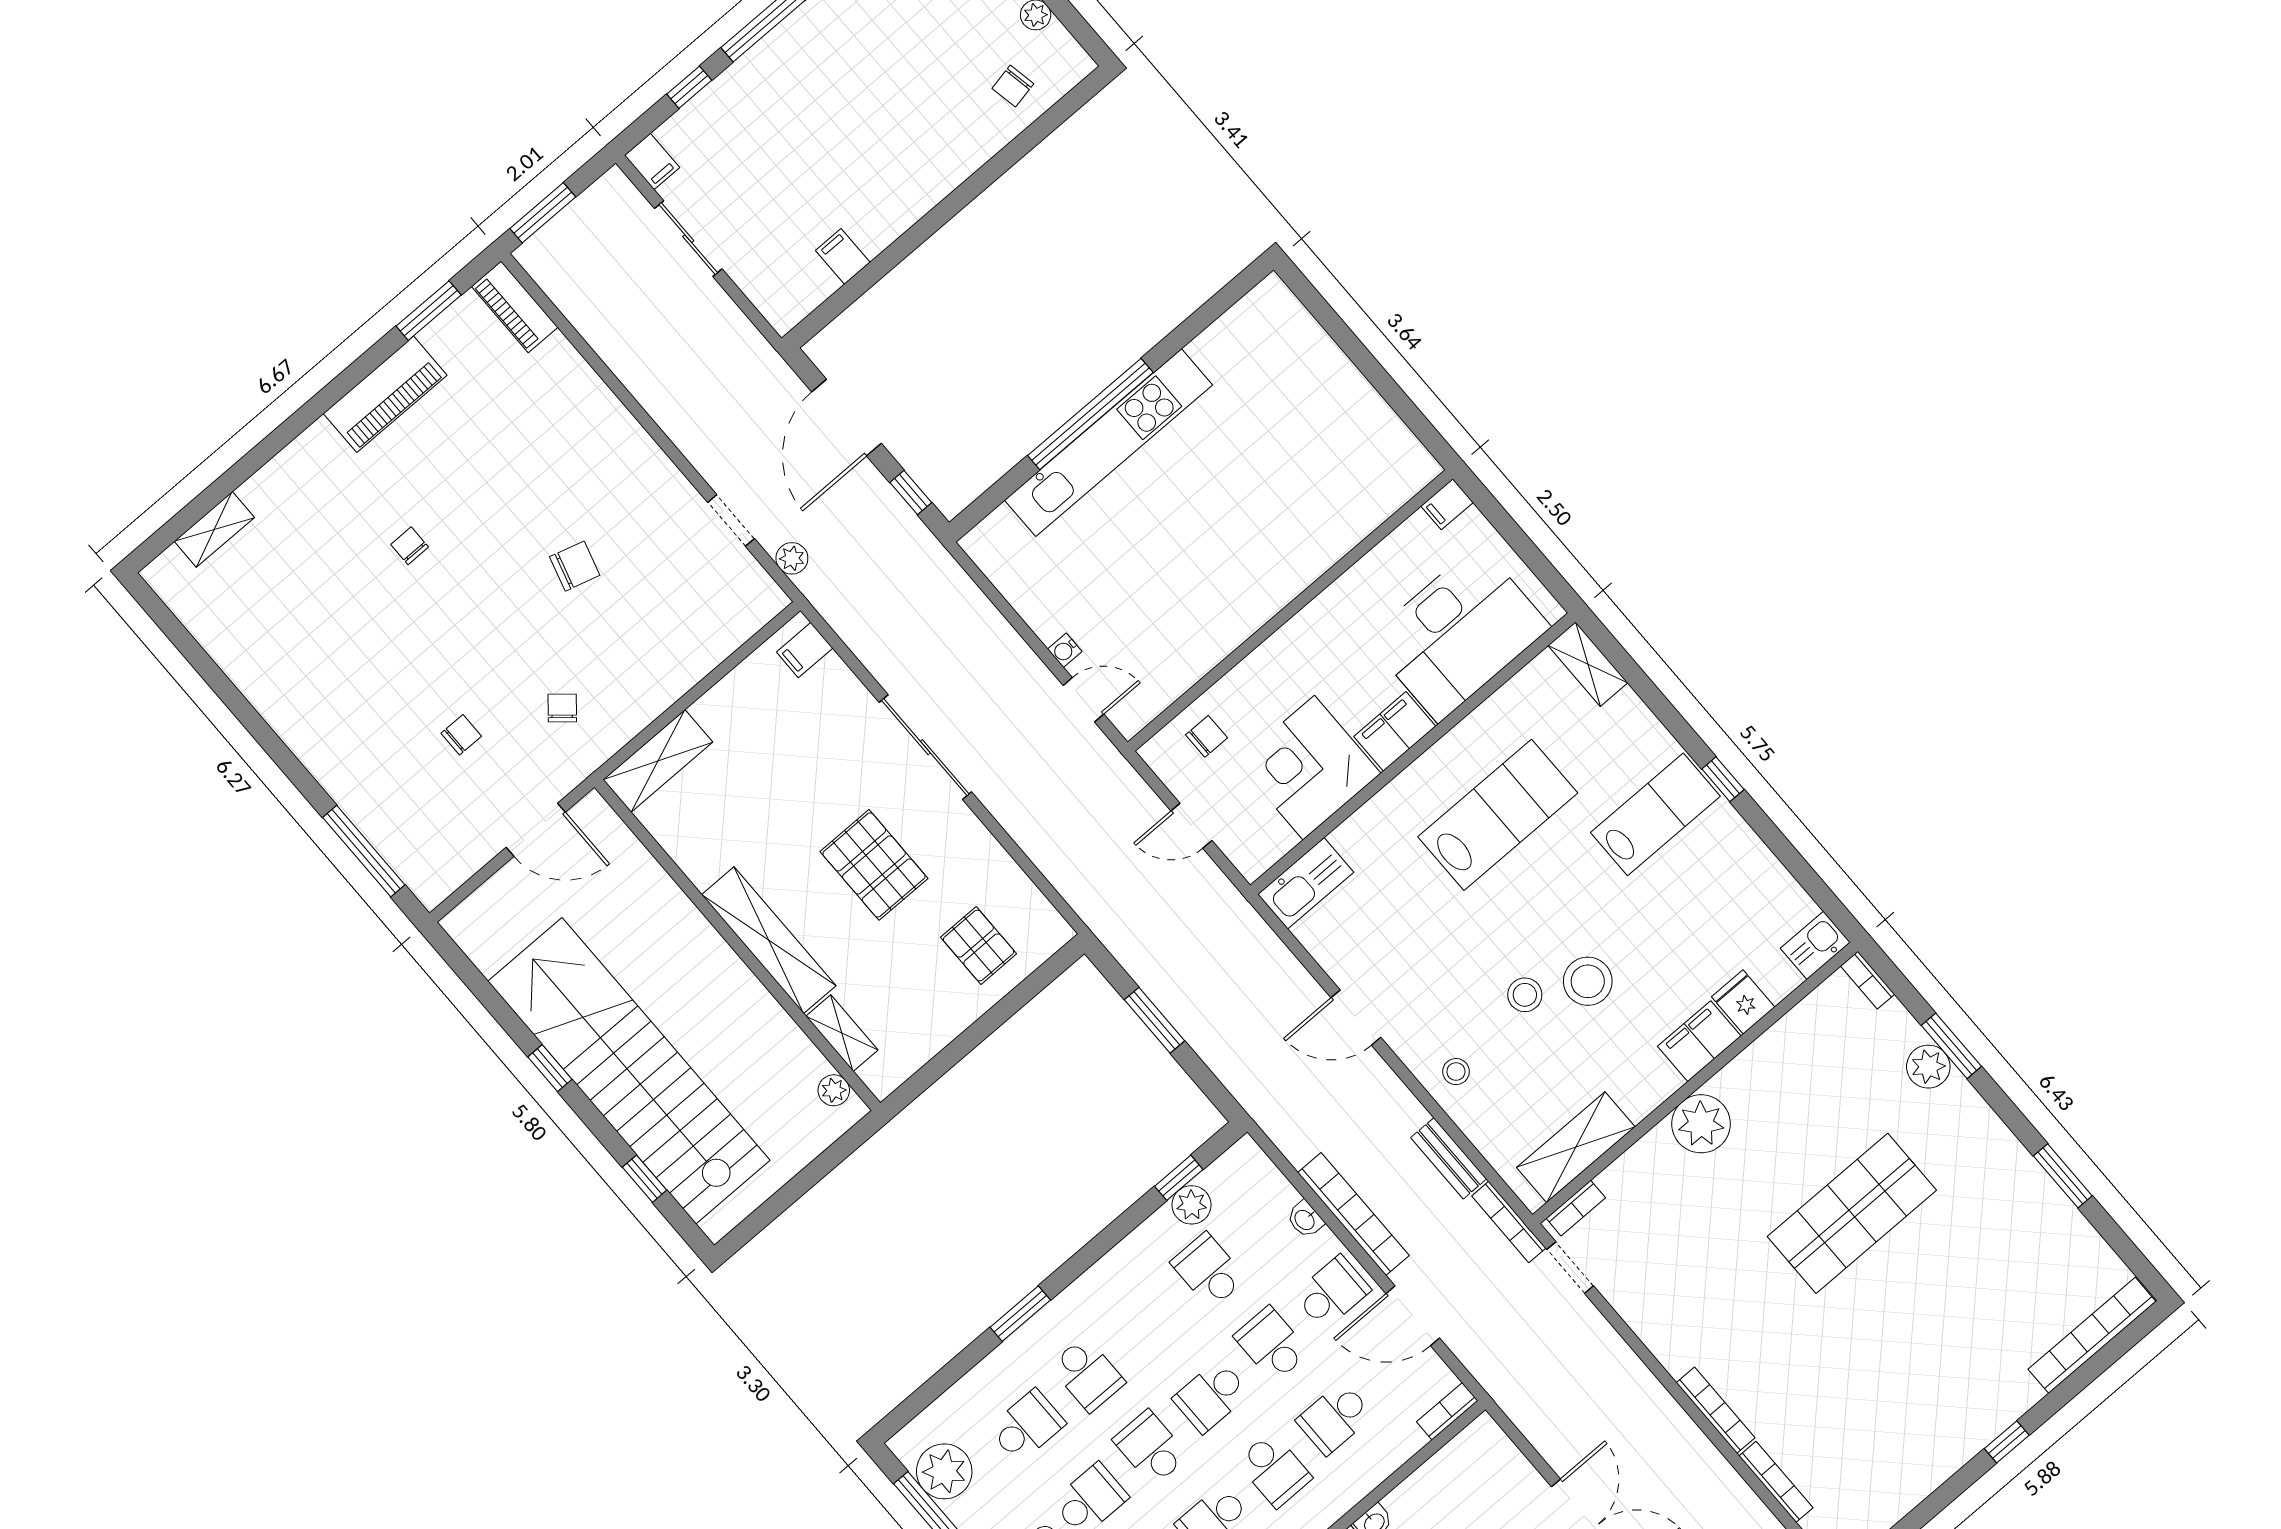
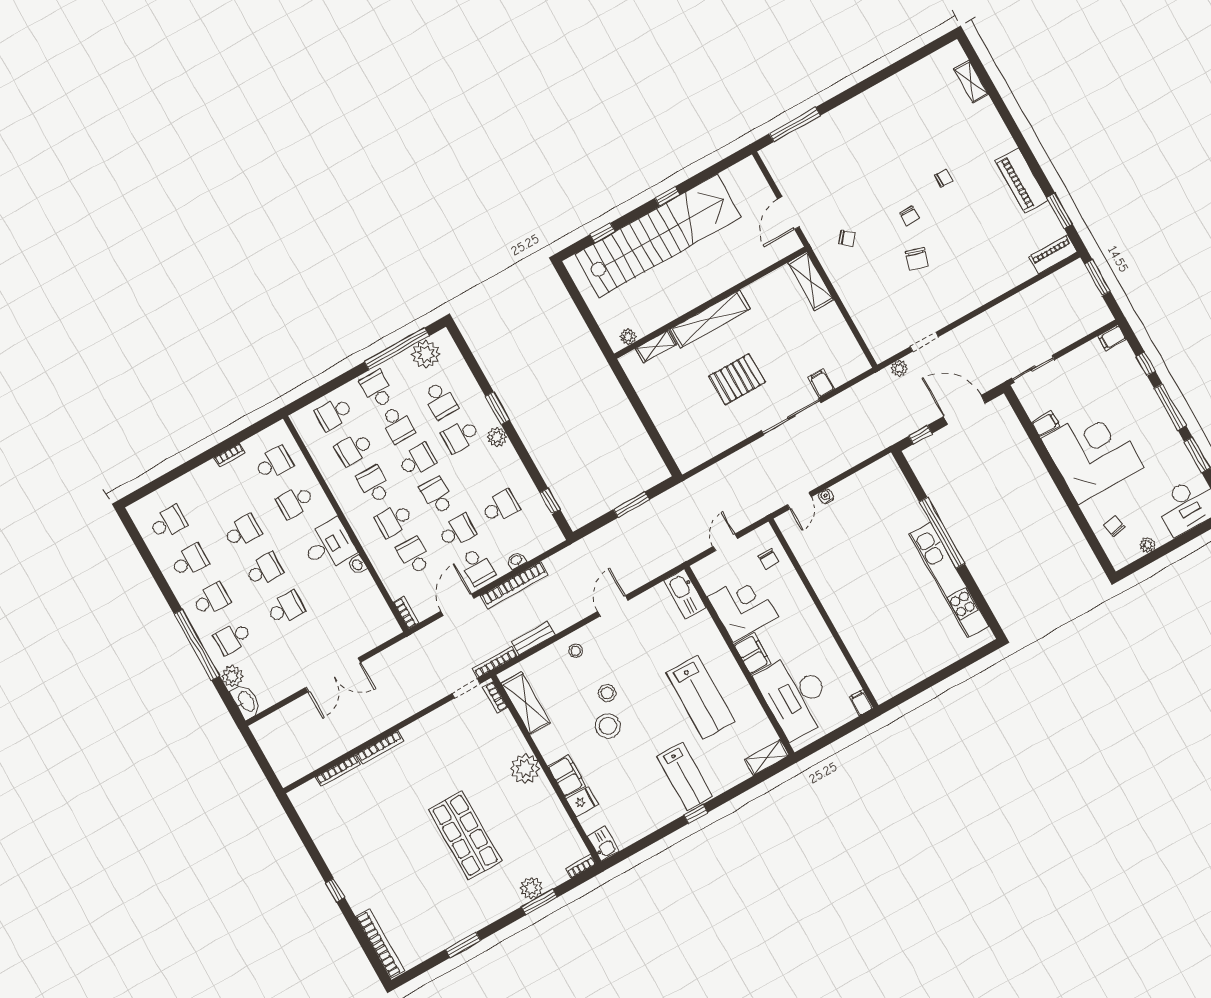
corner desk: (881, 155) -> (1093, 453), added
sliding door: (688, 239) -> (1033, 369), moved
kitchen unit: (1109, 443) -> (949, 580), moved
filing cabinet: (805, 650) -> (821, 383), moved
chair: (461, 735) -> (910, 216), moved
pallet: (979, 946) -> (686, 424), removed
plant: (1191, 1205) -> (497, 437), moved

